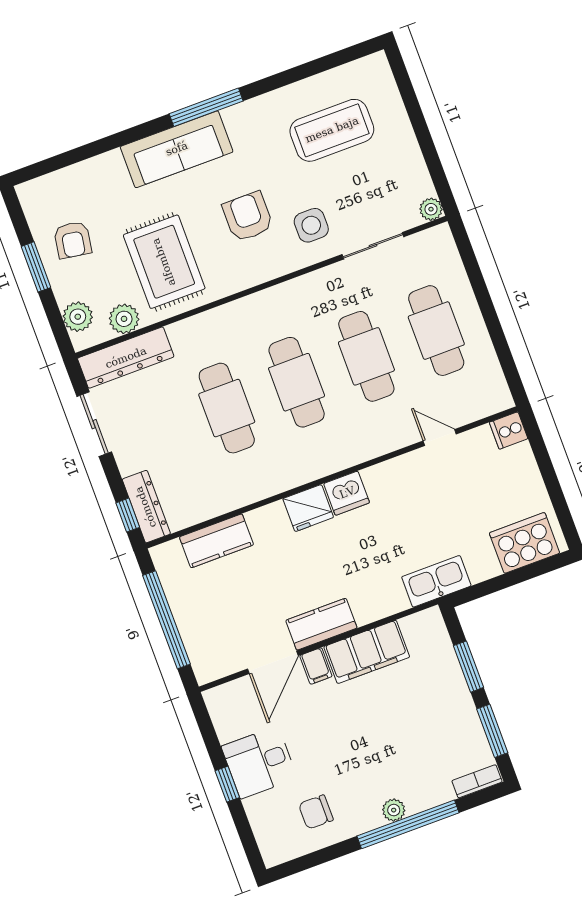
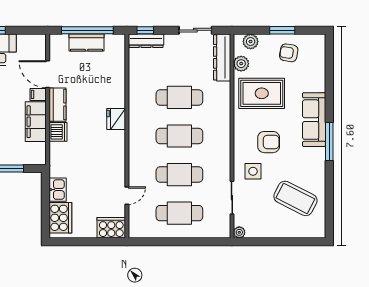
coffee table: (332, 130) -> (295, 198), turned -63
cooker: (509, 431) -> (111, 228), width x1.87, depth x1.31
dishwasher: (347, 493) -> (58, 132), moved, turned 180
kitchen counter: (216, 541) -> (87, 42), moved, turned -90
kitchen sink: (436, 581) -> (58, 190), moved, width x0.73

